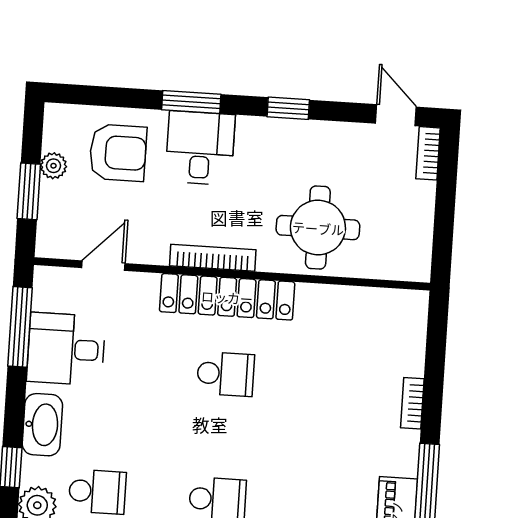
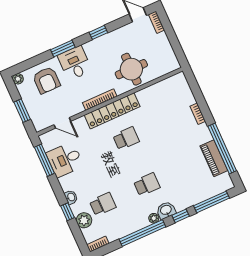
armchair: (118, 153) -> (46, 80), turned 90
plant: (53, 166) -> (18, 79), moved
door: (103, 266) -> (62, 123), swing flipped
washbasin: (42, 425) -> (71, 197), width x0.52, depth x0.69

